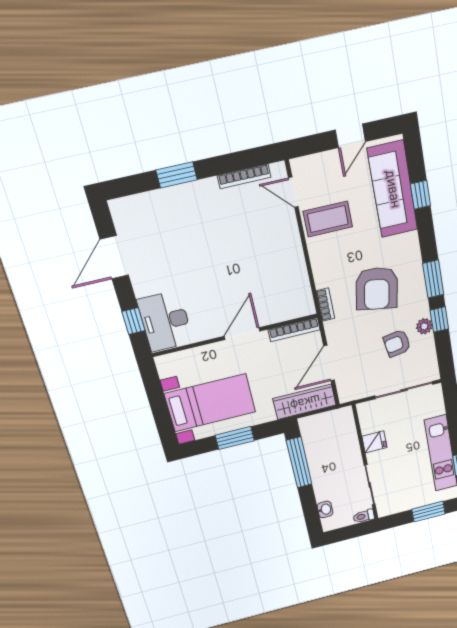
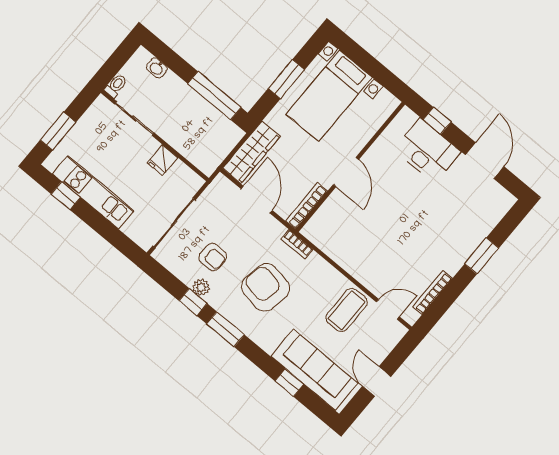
desk: (165, 321) -> (427, 151), moved
armchair: (397, 343) -> (213, 257), turned 99

